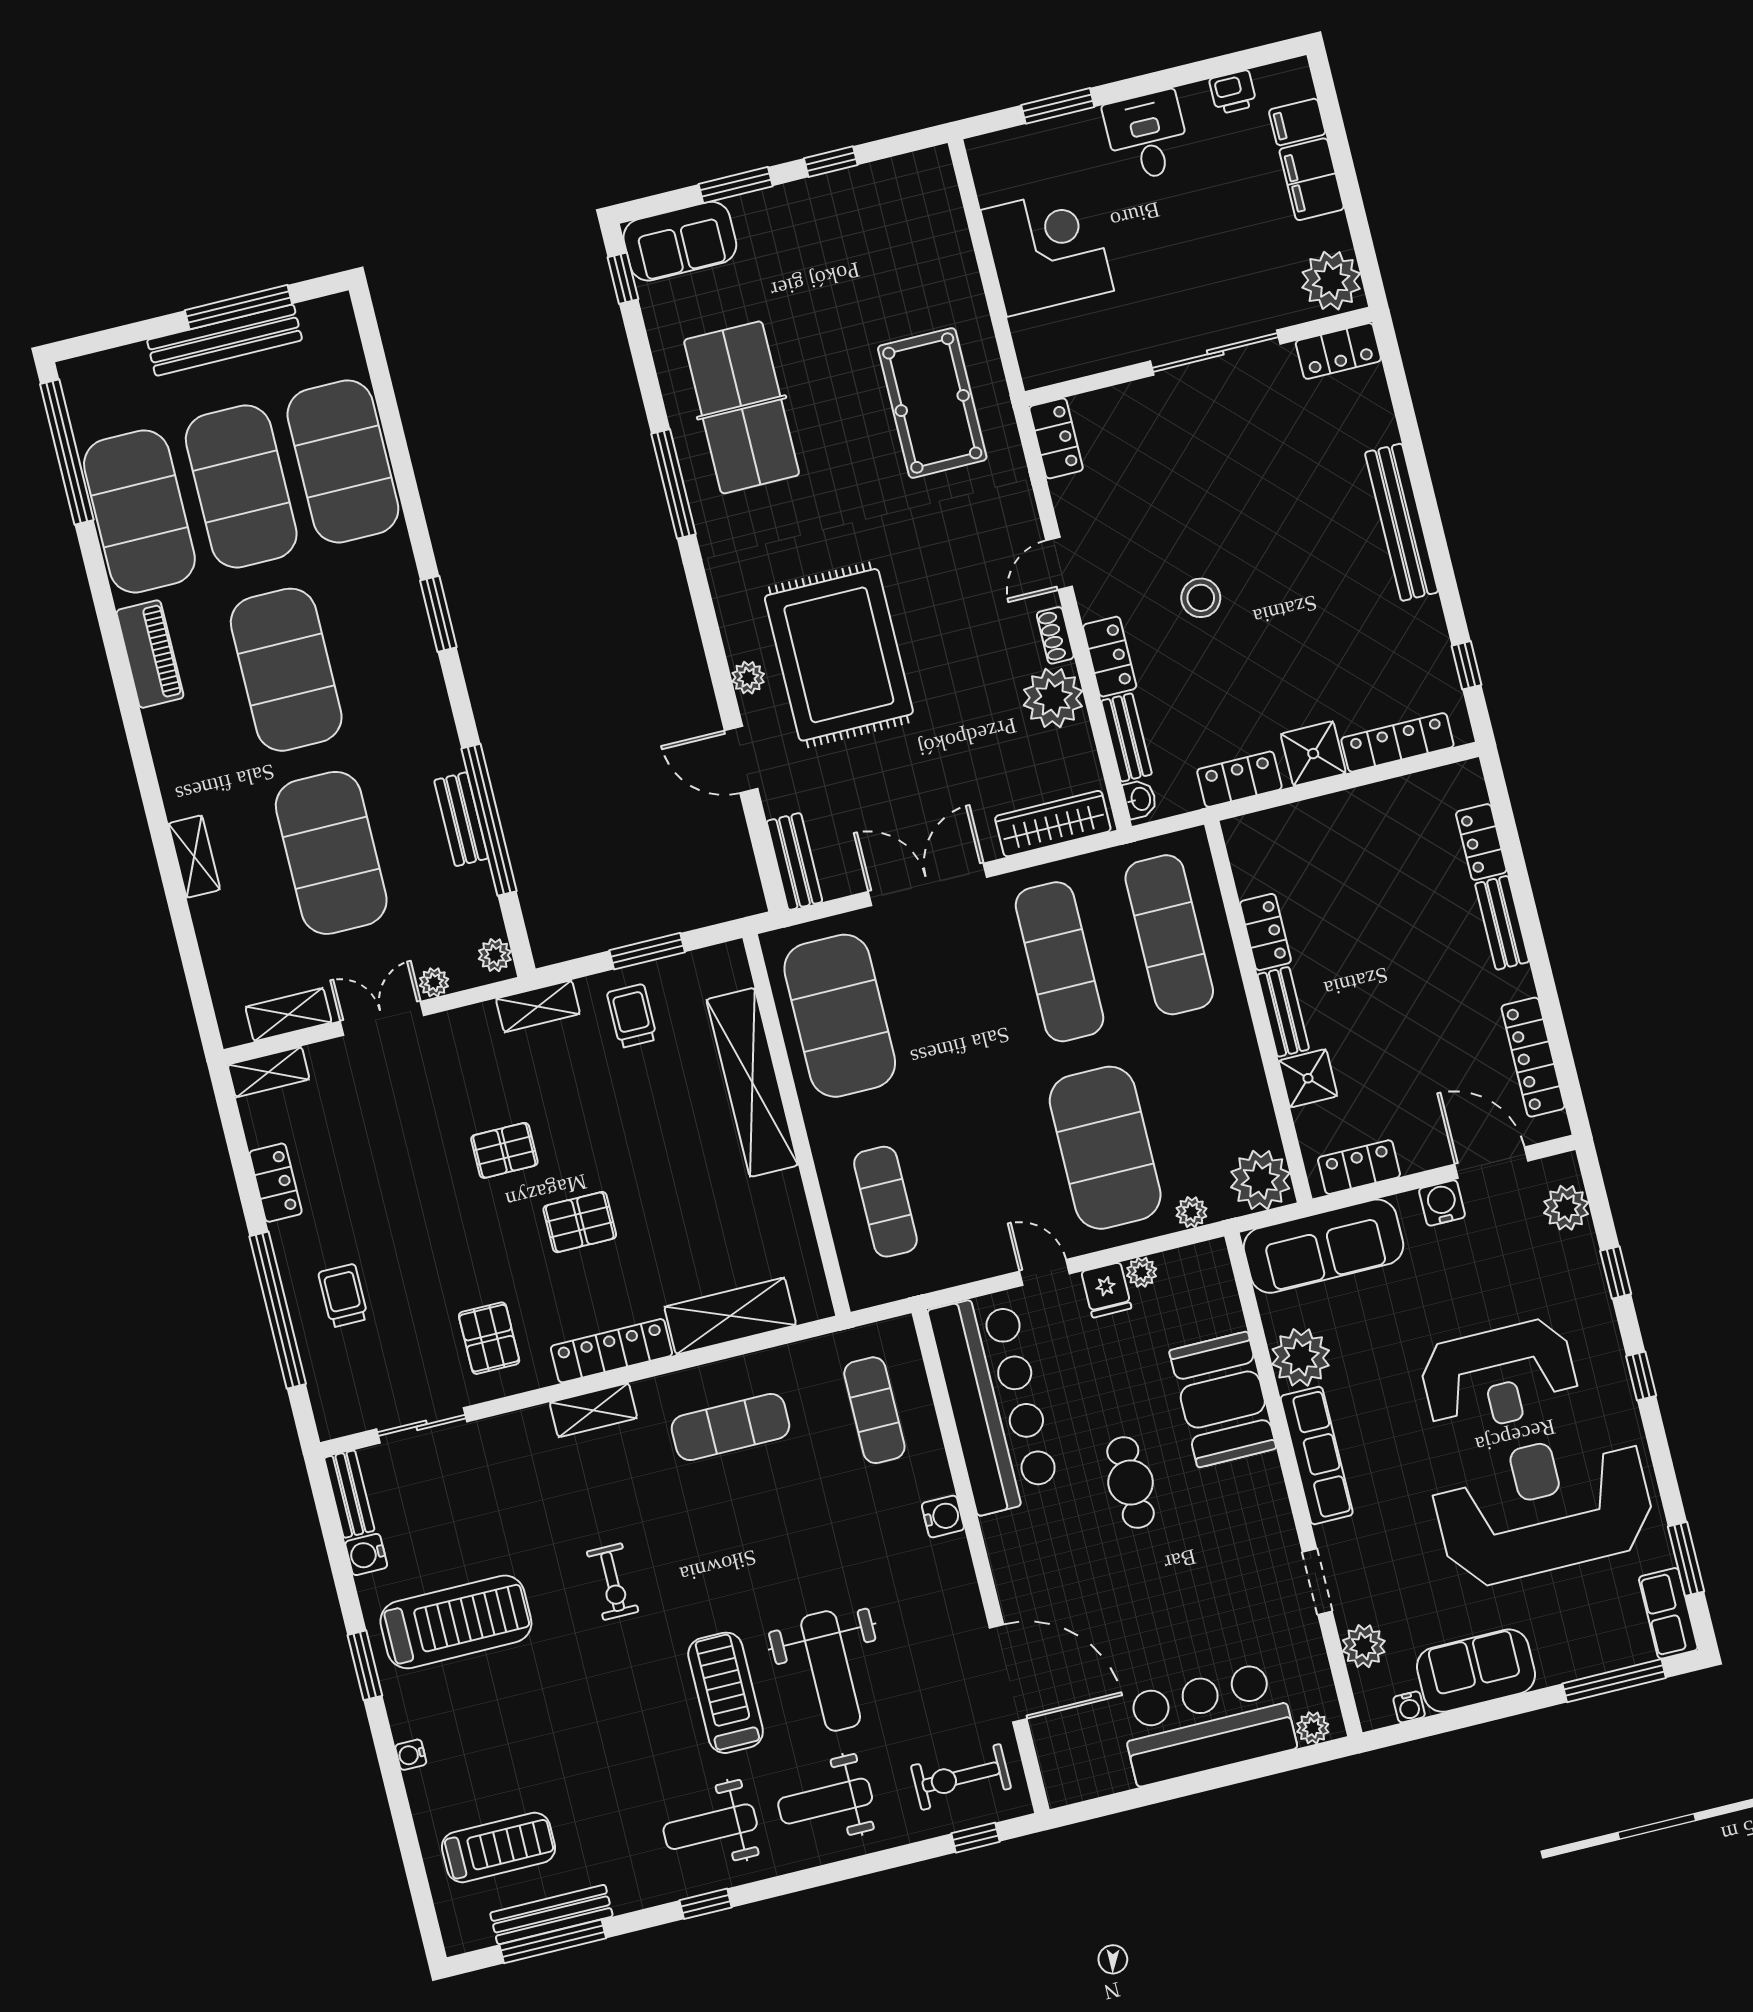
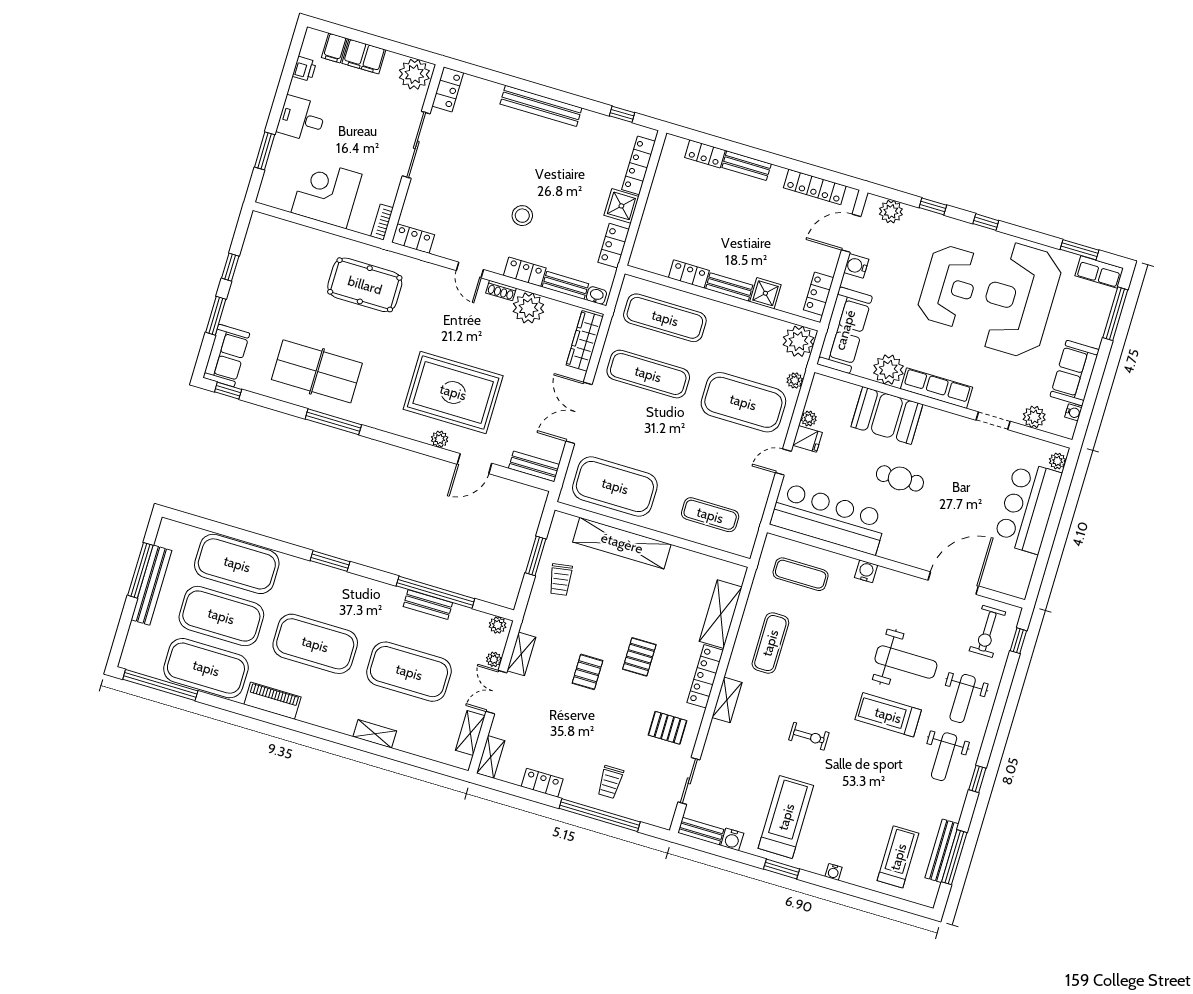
bookcase: (1054, 371) -> (382, 222), added
shelving: (538, 1006) -> (521, 654), moved
trolley: (632, 1016) -> (561, 580), turned -99
trolley: (343, 1296) -> (610, 782), turned -90

